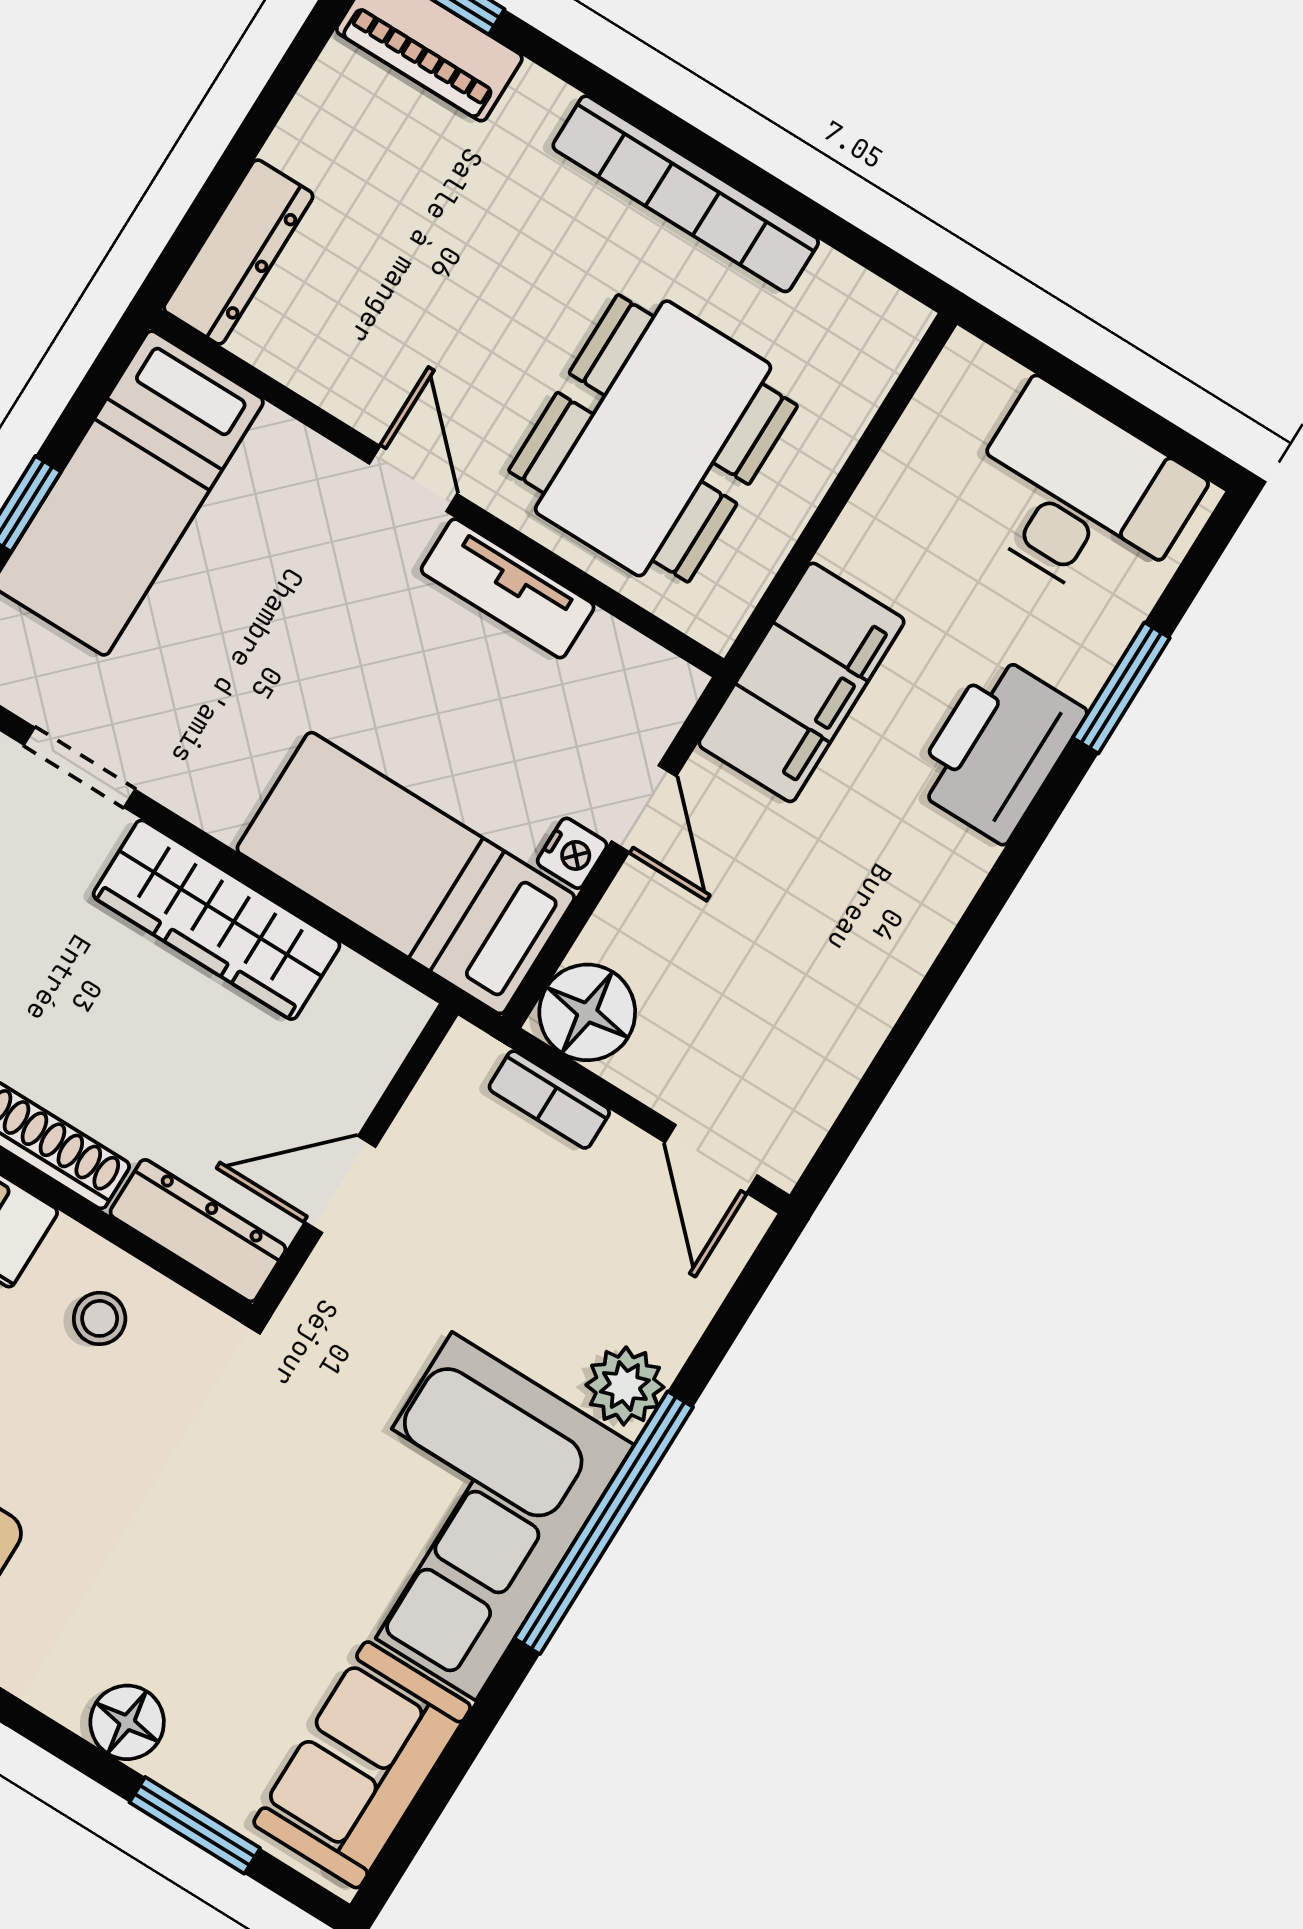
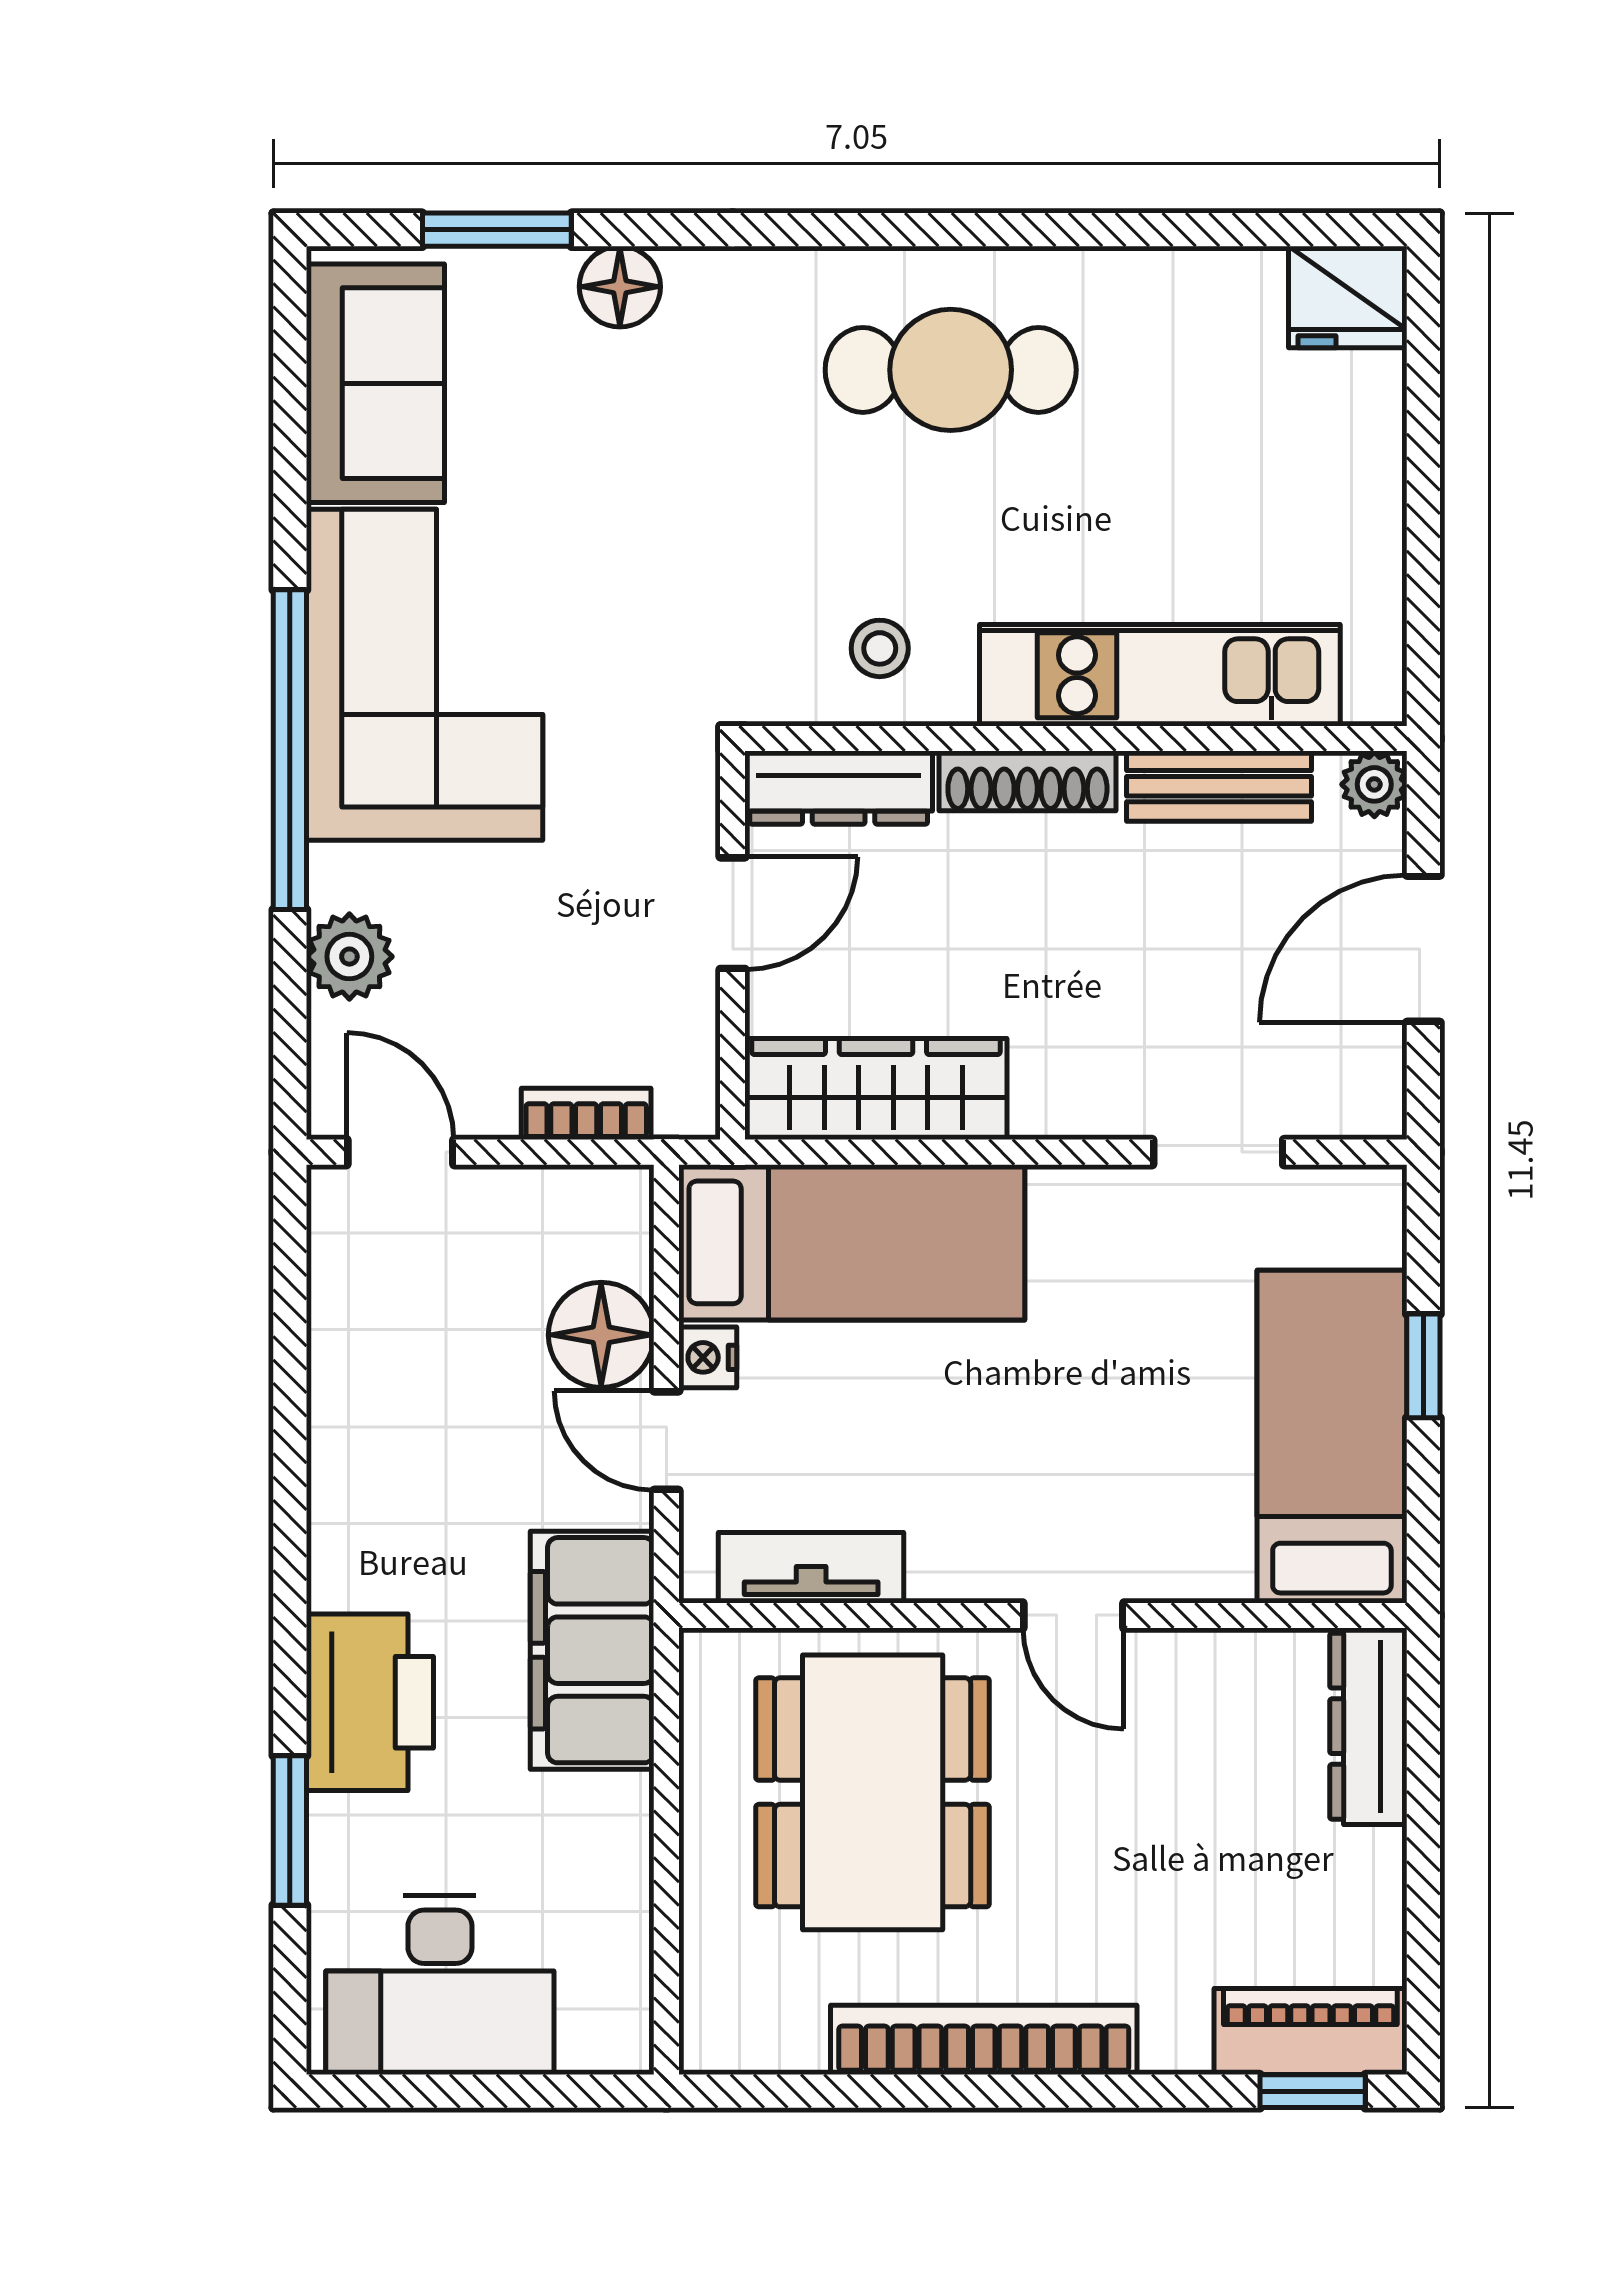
tv unit: (508, 588) -> (811, 1568), moved
wardrobe: (217, 920) -> (876, 1089), moved
floor lamp: (587, 1012) -> (601, 1335), moved
plant: (625, 1386) -> (349, 957), moved

